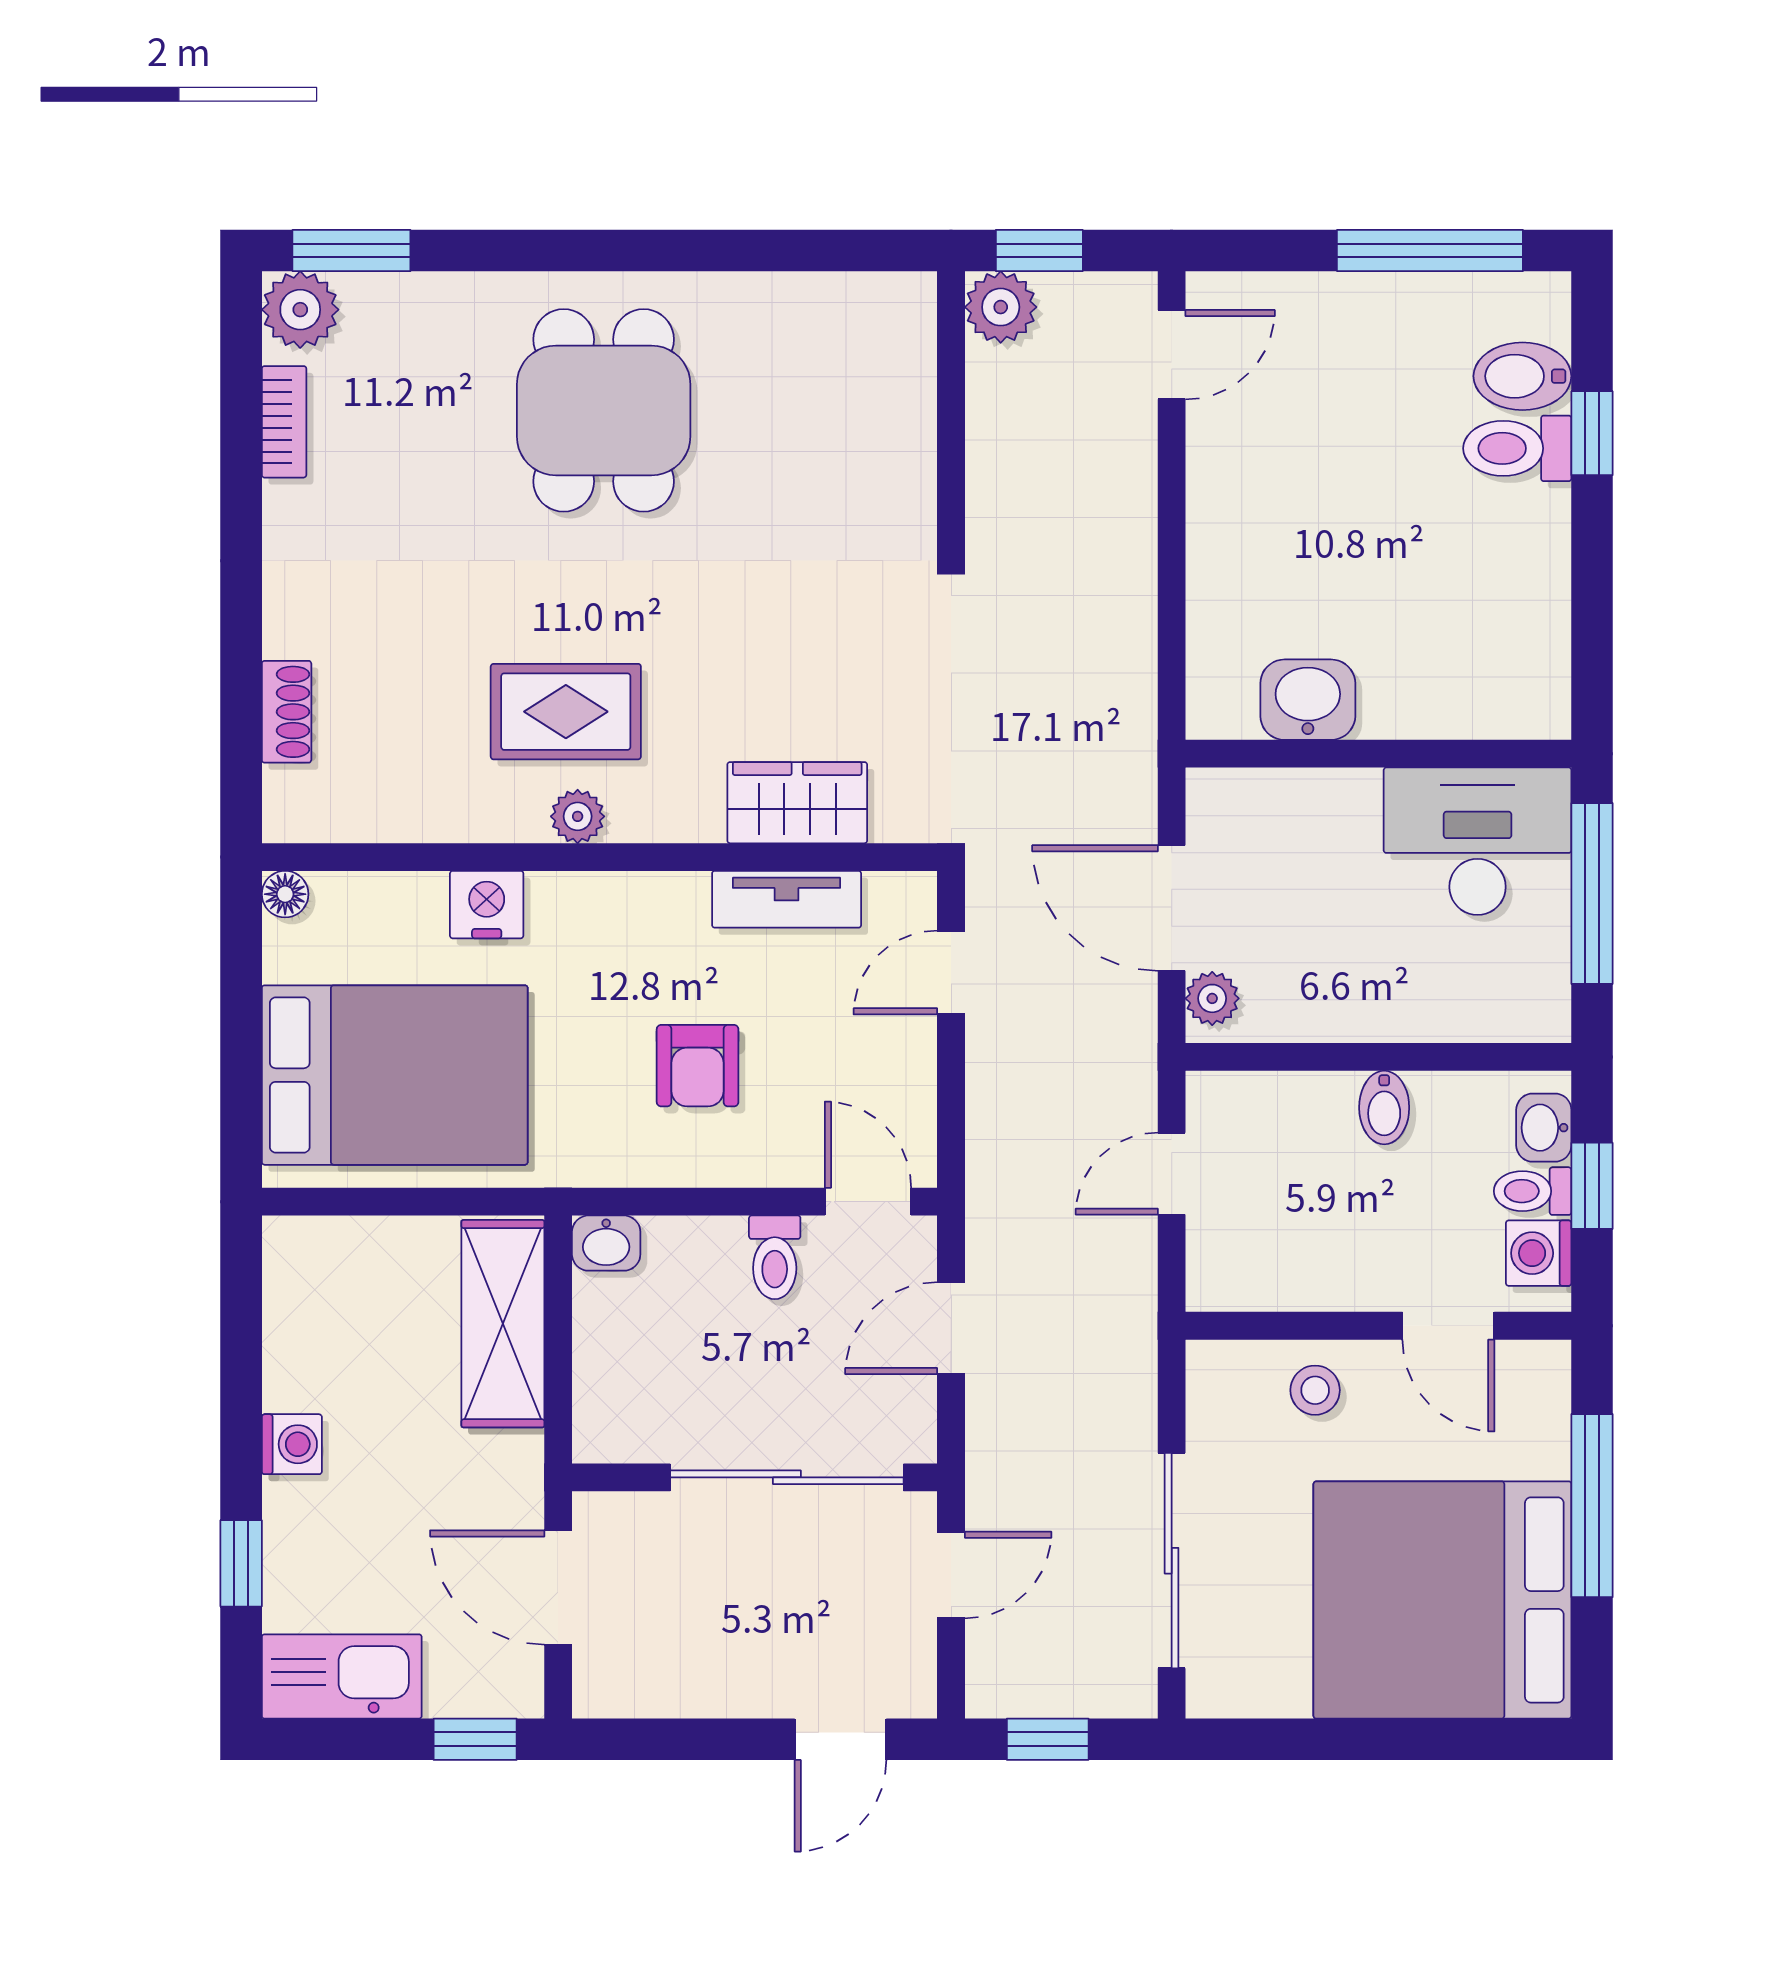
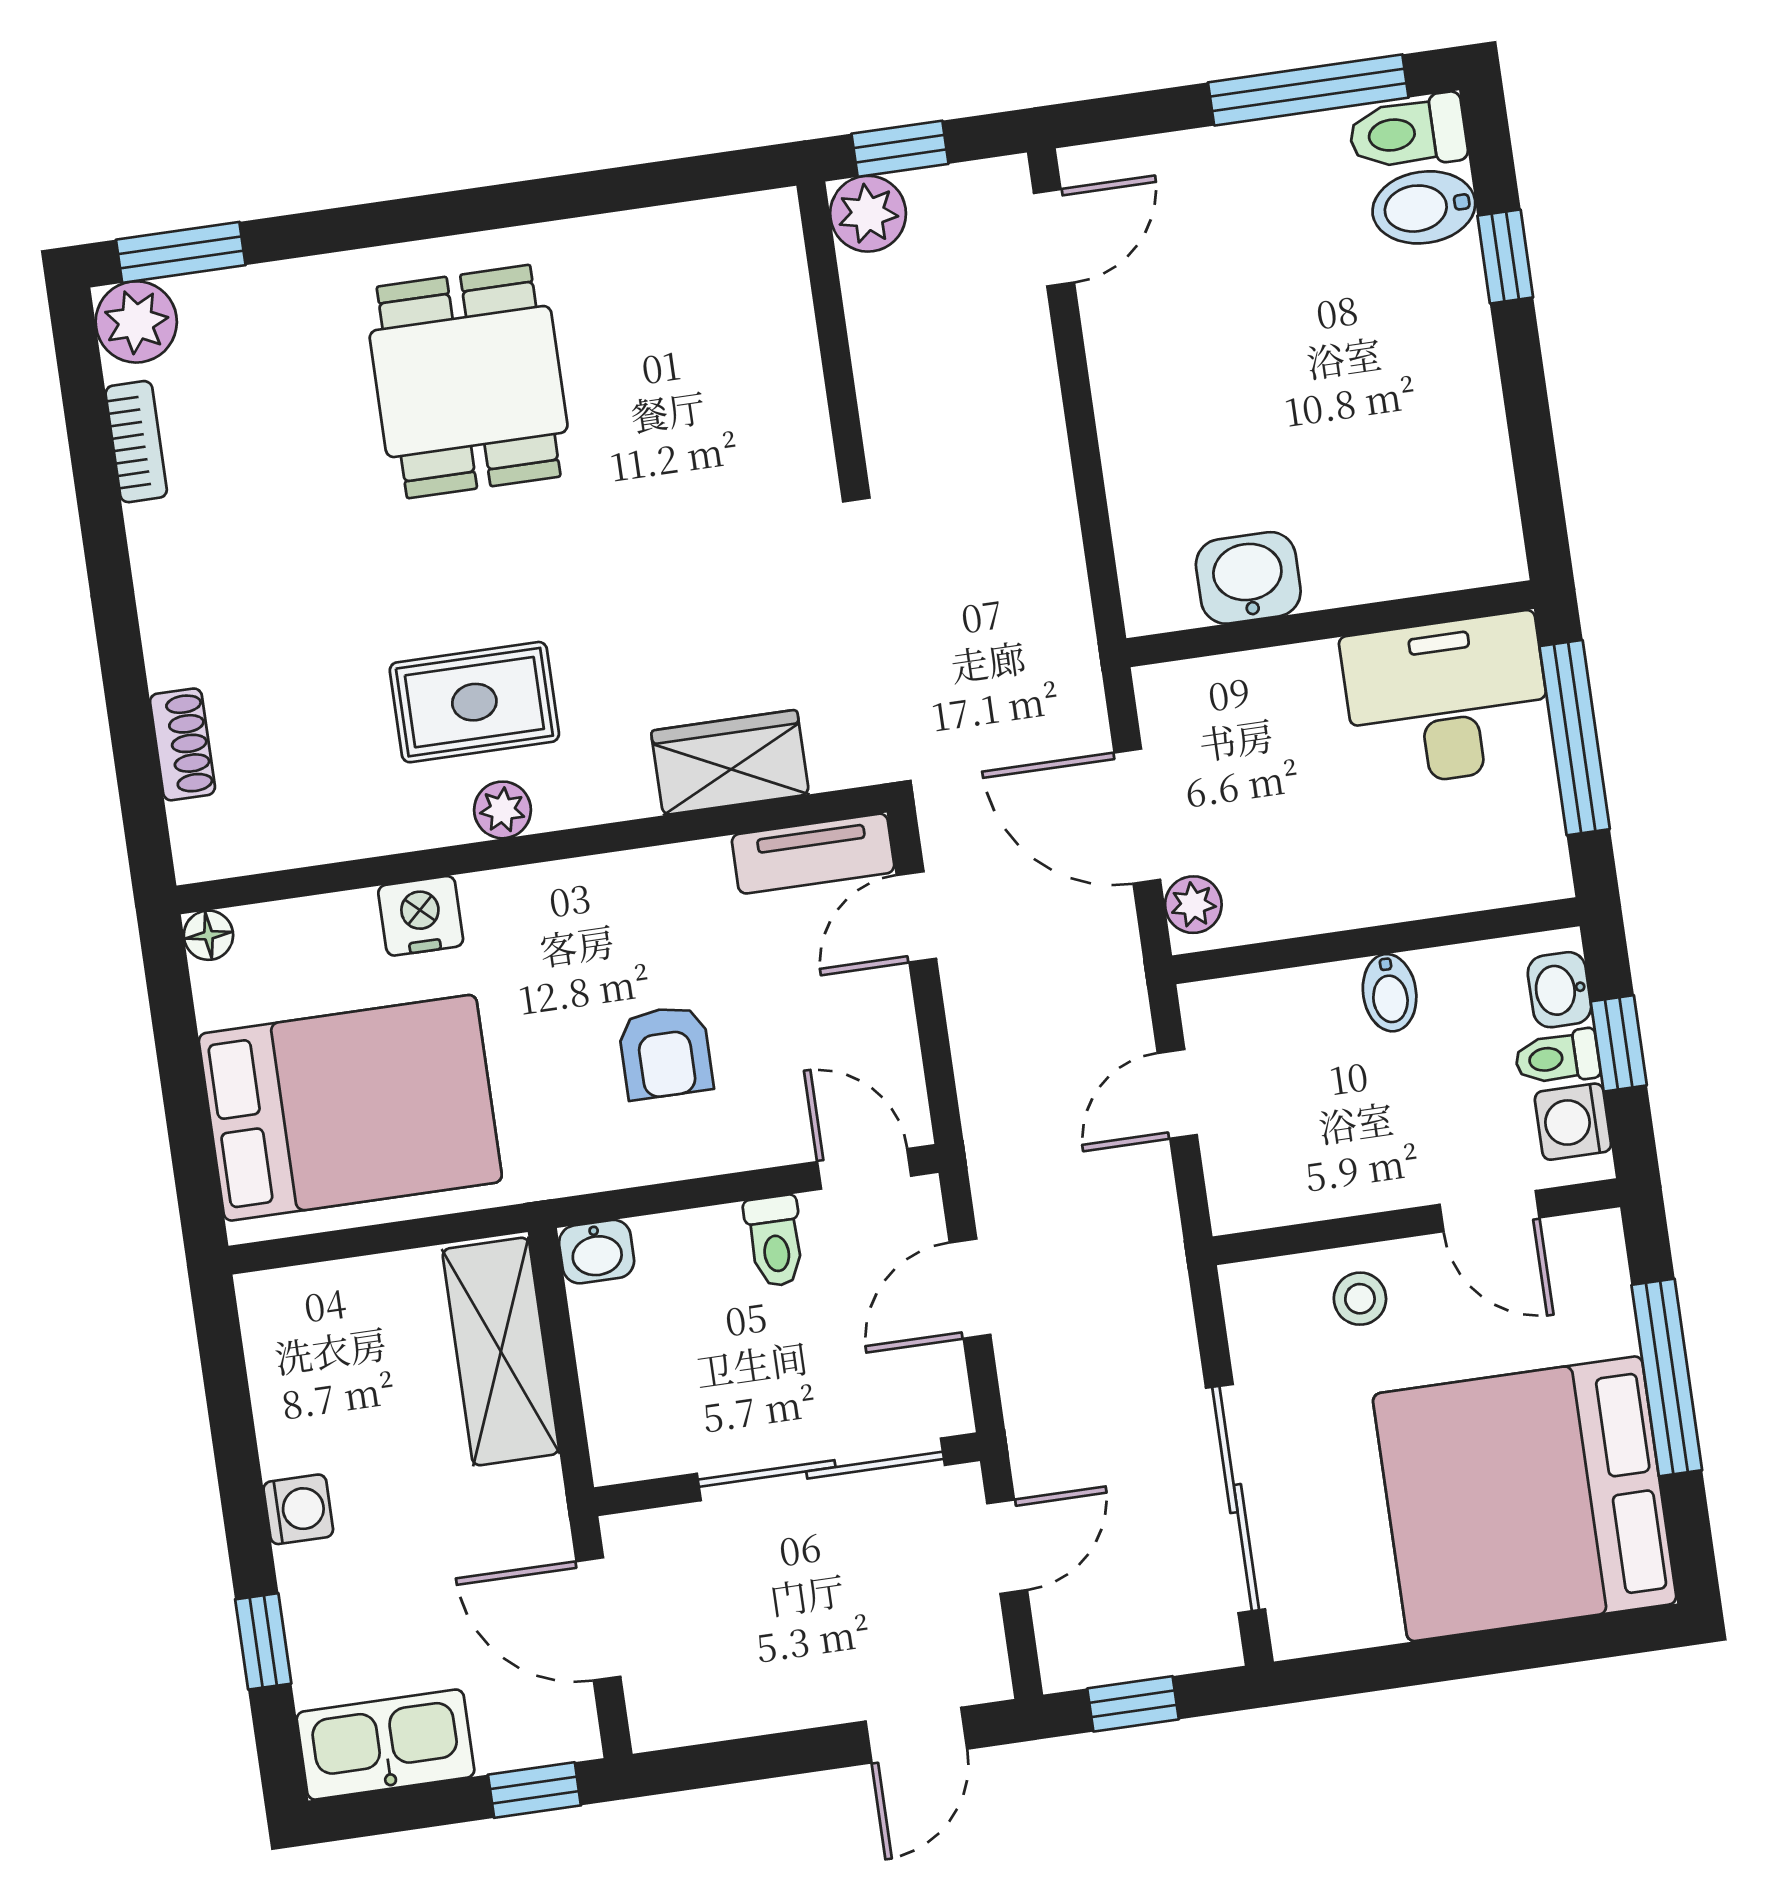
toilet: (1517, 448) -> (1408, 133), moved
tv unit: (787, 899) -> (813, 854), moved

